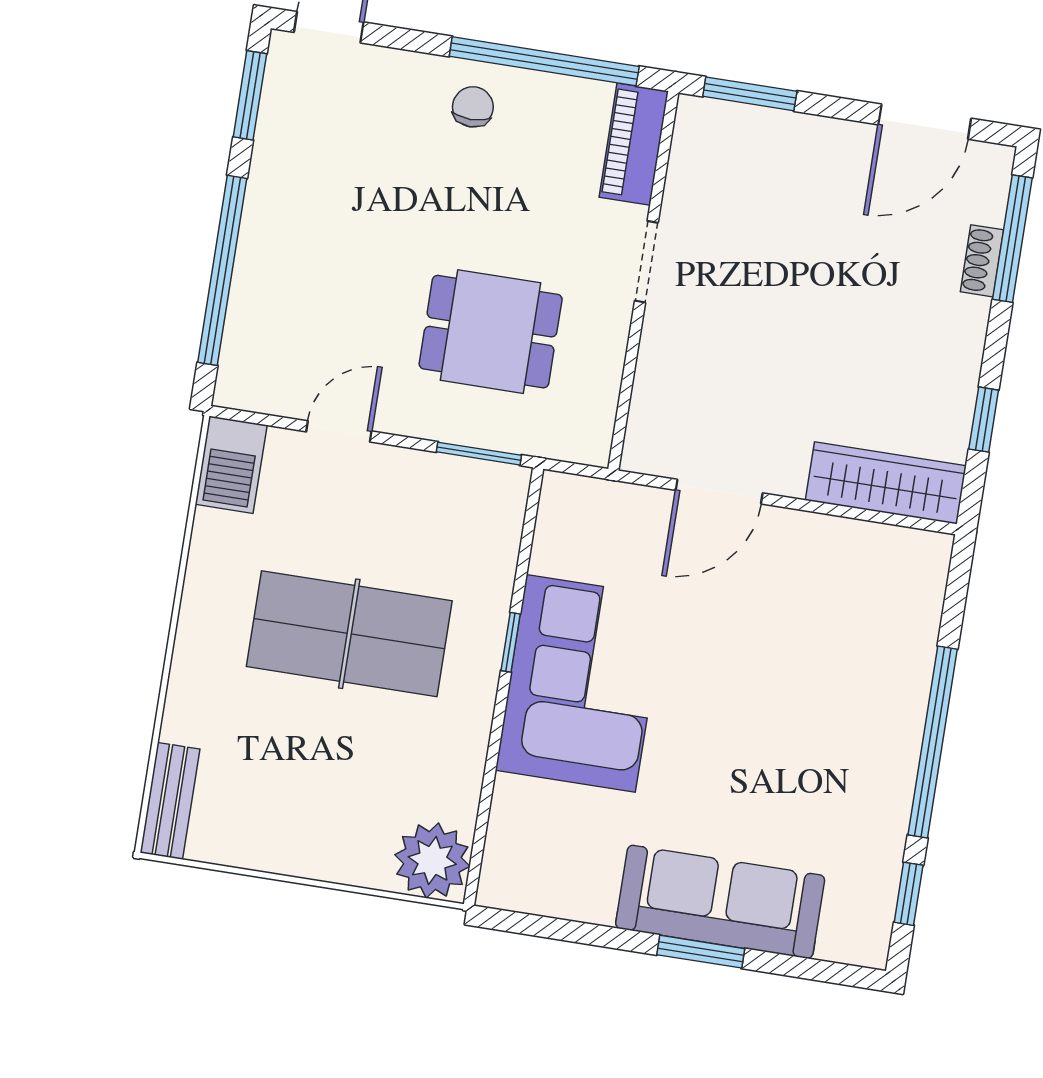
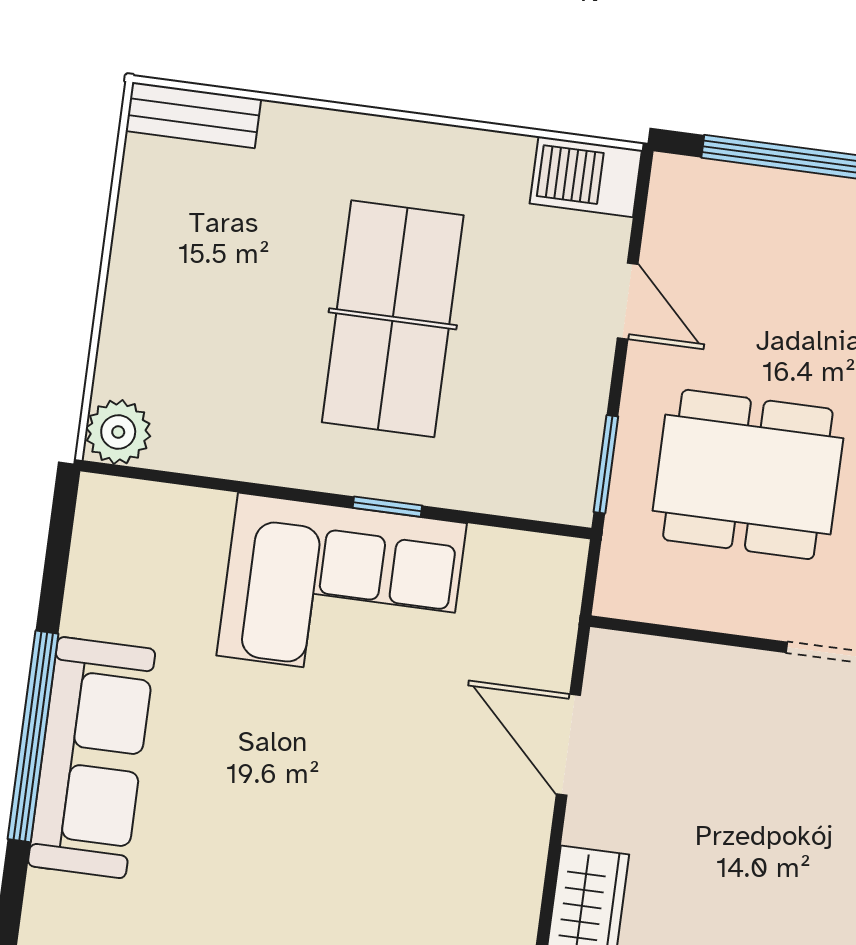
dining table: (491, 332) -> (748, 474), width x1.38
plant: (432, 860) -> (118, 432), width x0.73, depth x0.73
window: (701, 952) -> (33, 736), width x2.11

